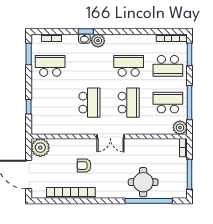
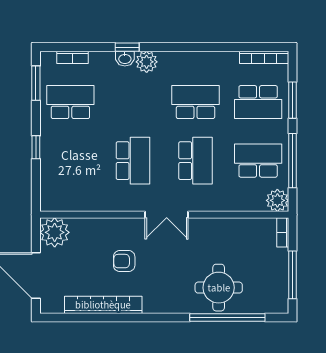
window: (189, 54) -> (293, 100), moved
window: (29, 107) -> (36, 147), moved

